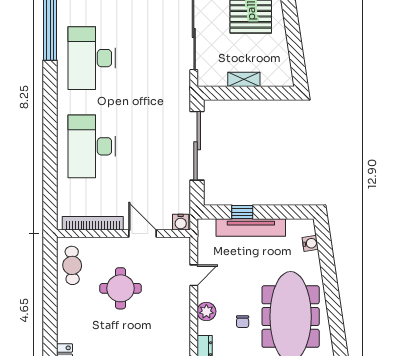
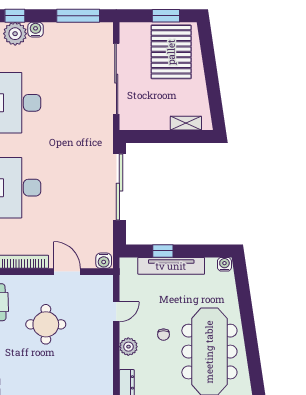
shelving: (244, 79) -> (186, 123), moved
water cooler: (310, 243) -> (224, 264), moved, turned -82
chair: (243, 322) -> (163, 335), moved

